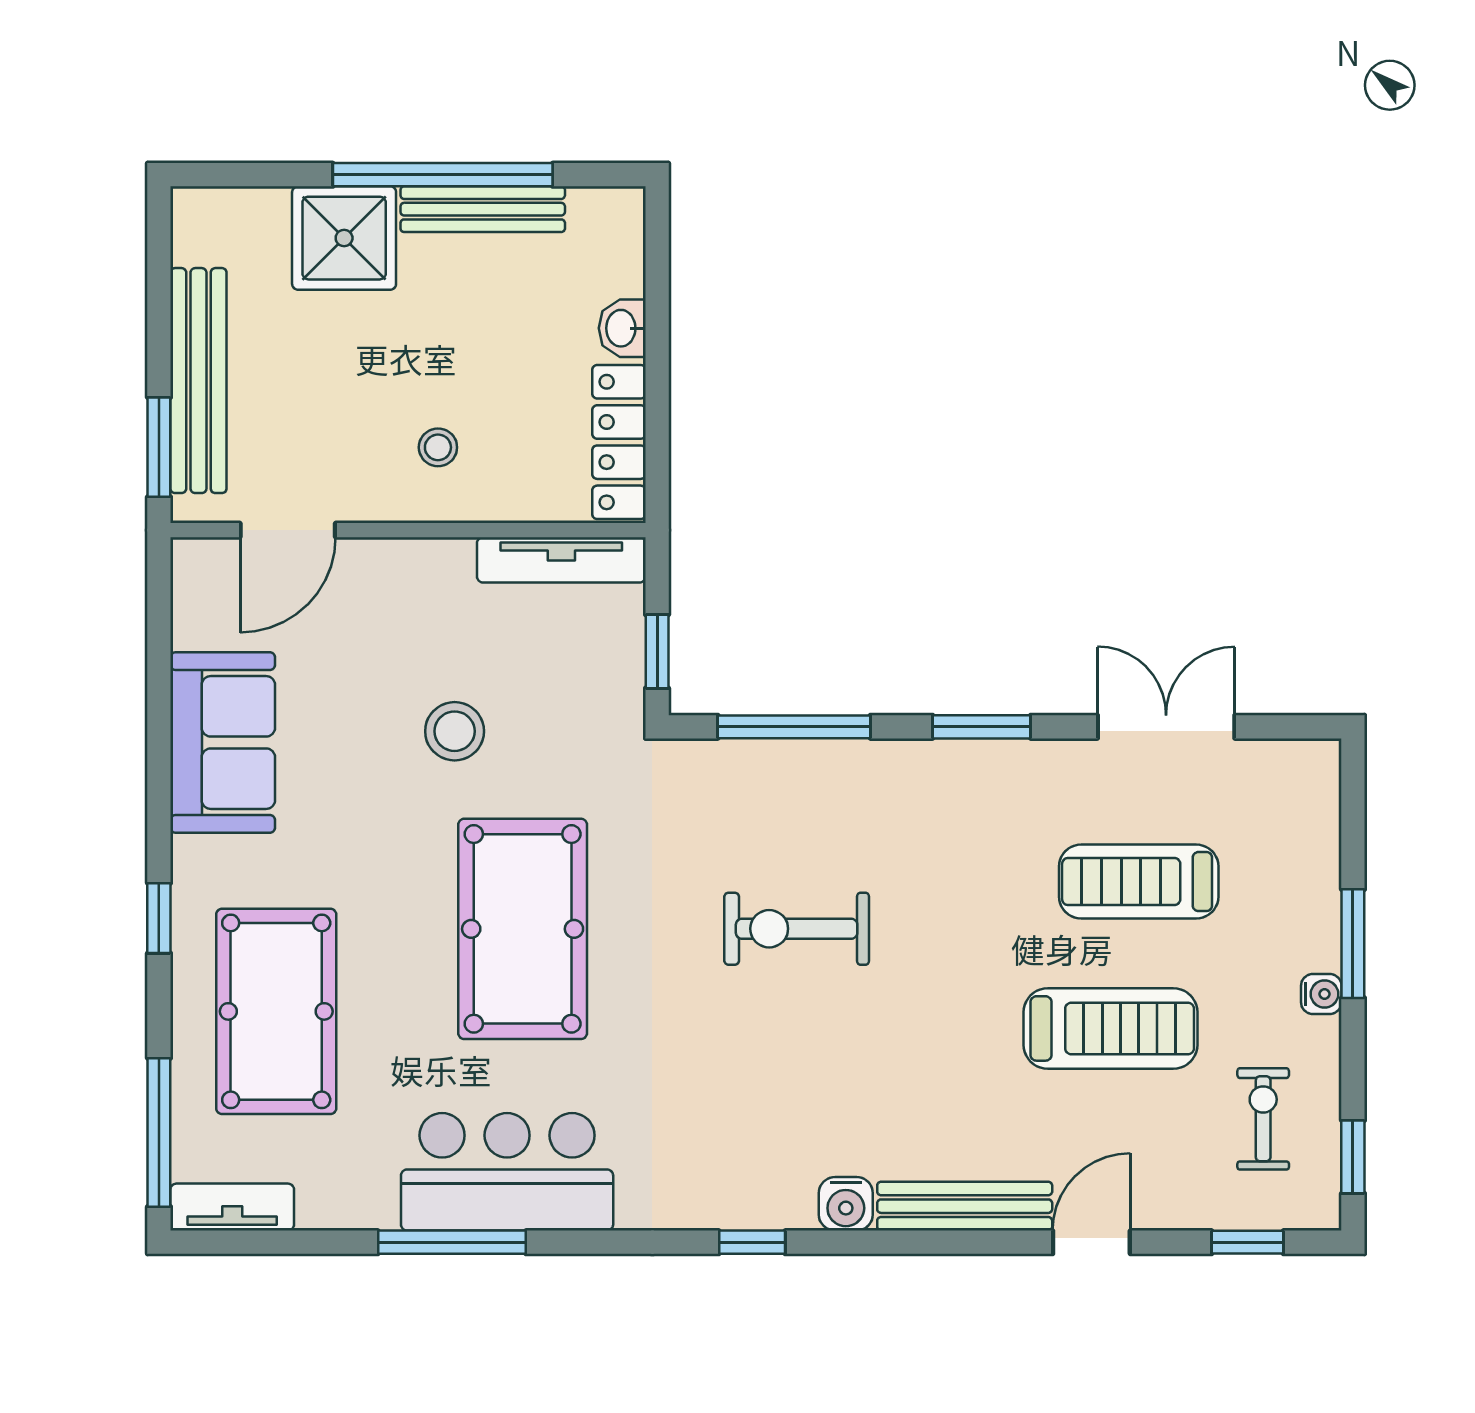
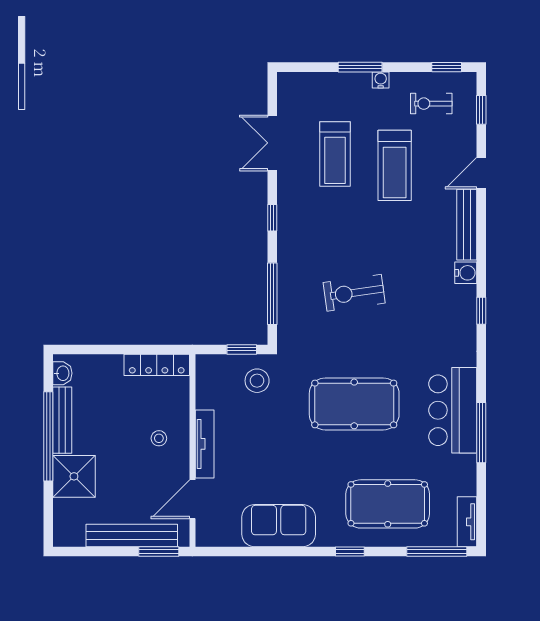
washbasin: (622, 328) -> (62, 373), moved, turned -90
door: (288, 530) -> (192, 499), swing flipped
tv unit: (561, 560) -> (205, 444), moved
window: (982, 727) -> (272, 218), width x0.67
stool: (455, 731) -> (257, 381), moved
exercise bike: (797, 929) -> (354, 293), turned 82
treadmill: (1110, 1028) -> (395, 165), turned 180
door: (1091, 1242) -> (481, 173), hinge flipped

